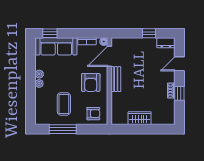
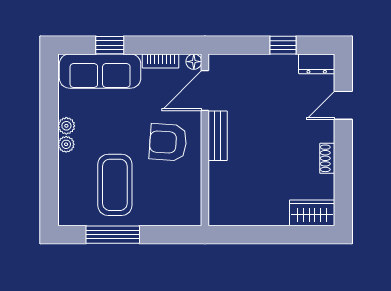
window: (50, 33) -> (110, 45), moved
armchair: (91, 82) -> (168, 142), turned 94
window: (179, 93) -> (343, 164), removed
coffee table: (64, 104) -> (115, 185), width x1.36, depth x1.32
armchair: (93, 114) -> (173, 204), removed
wardrobe: (140, 118) -> (312, 213), moved

